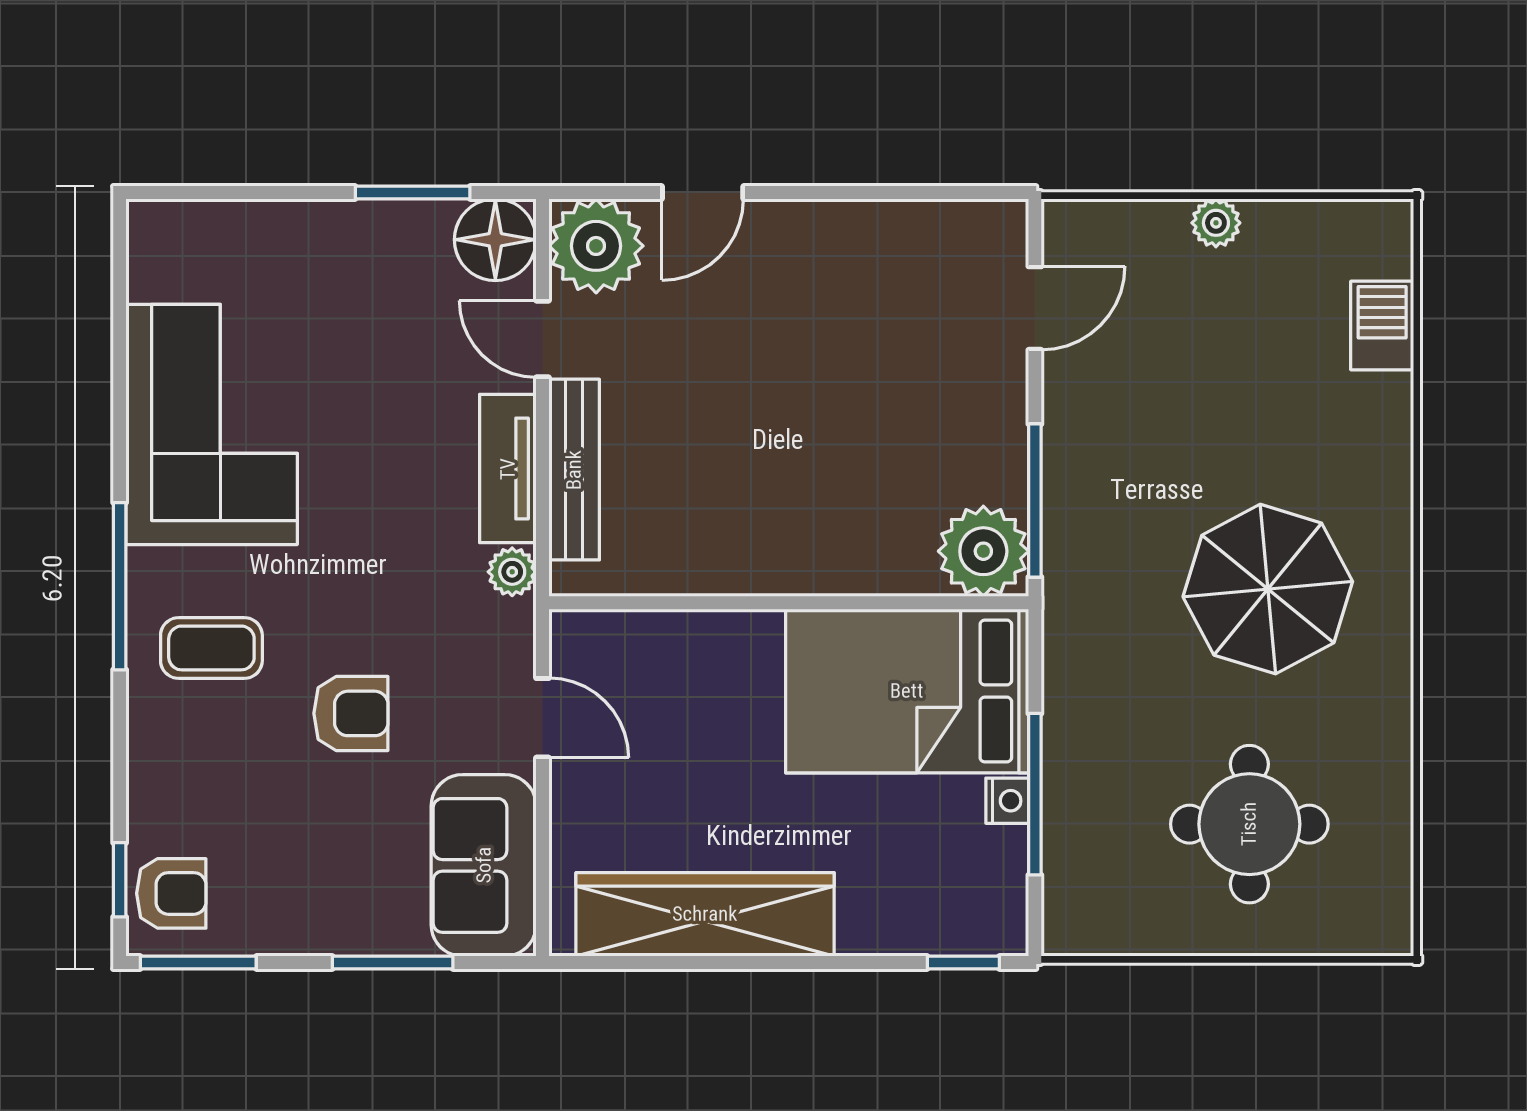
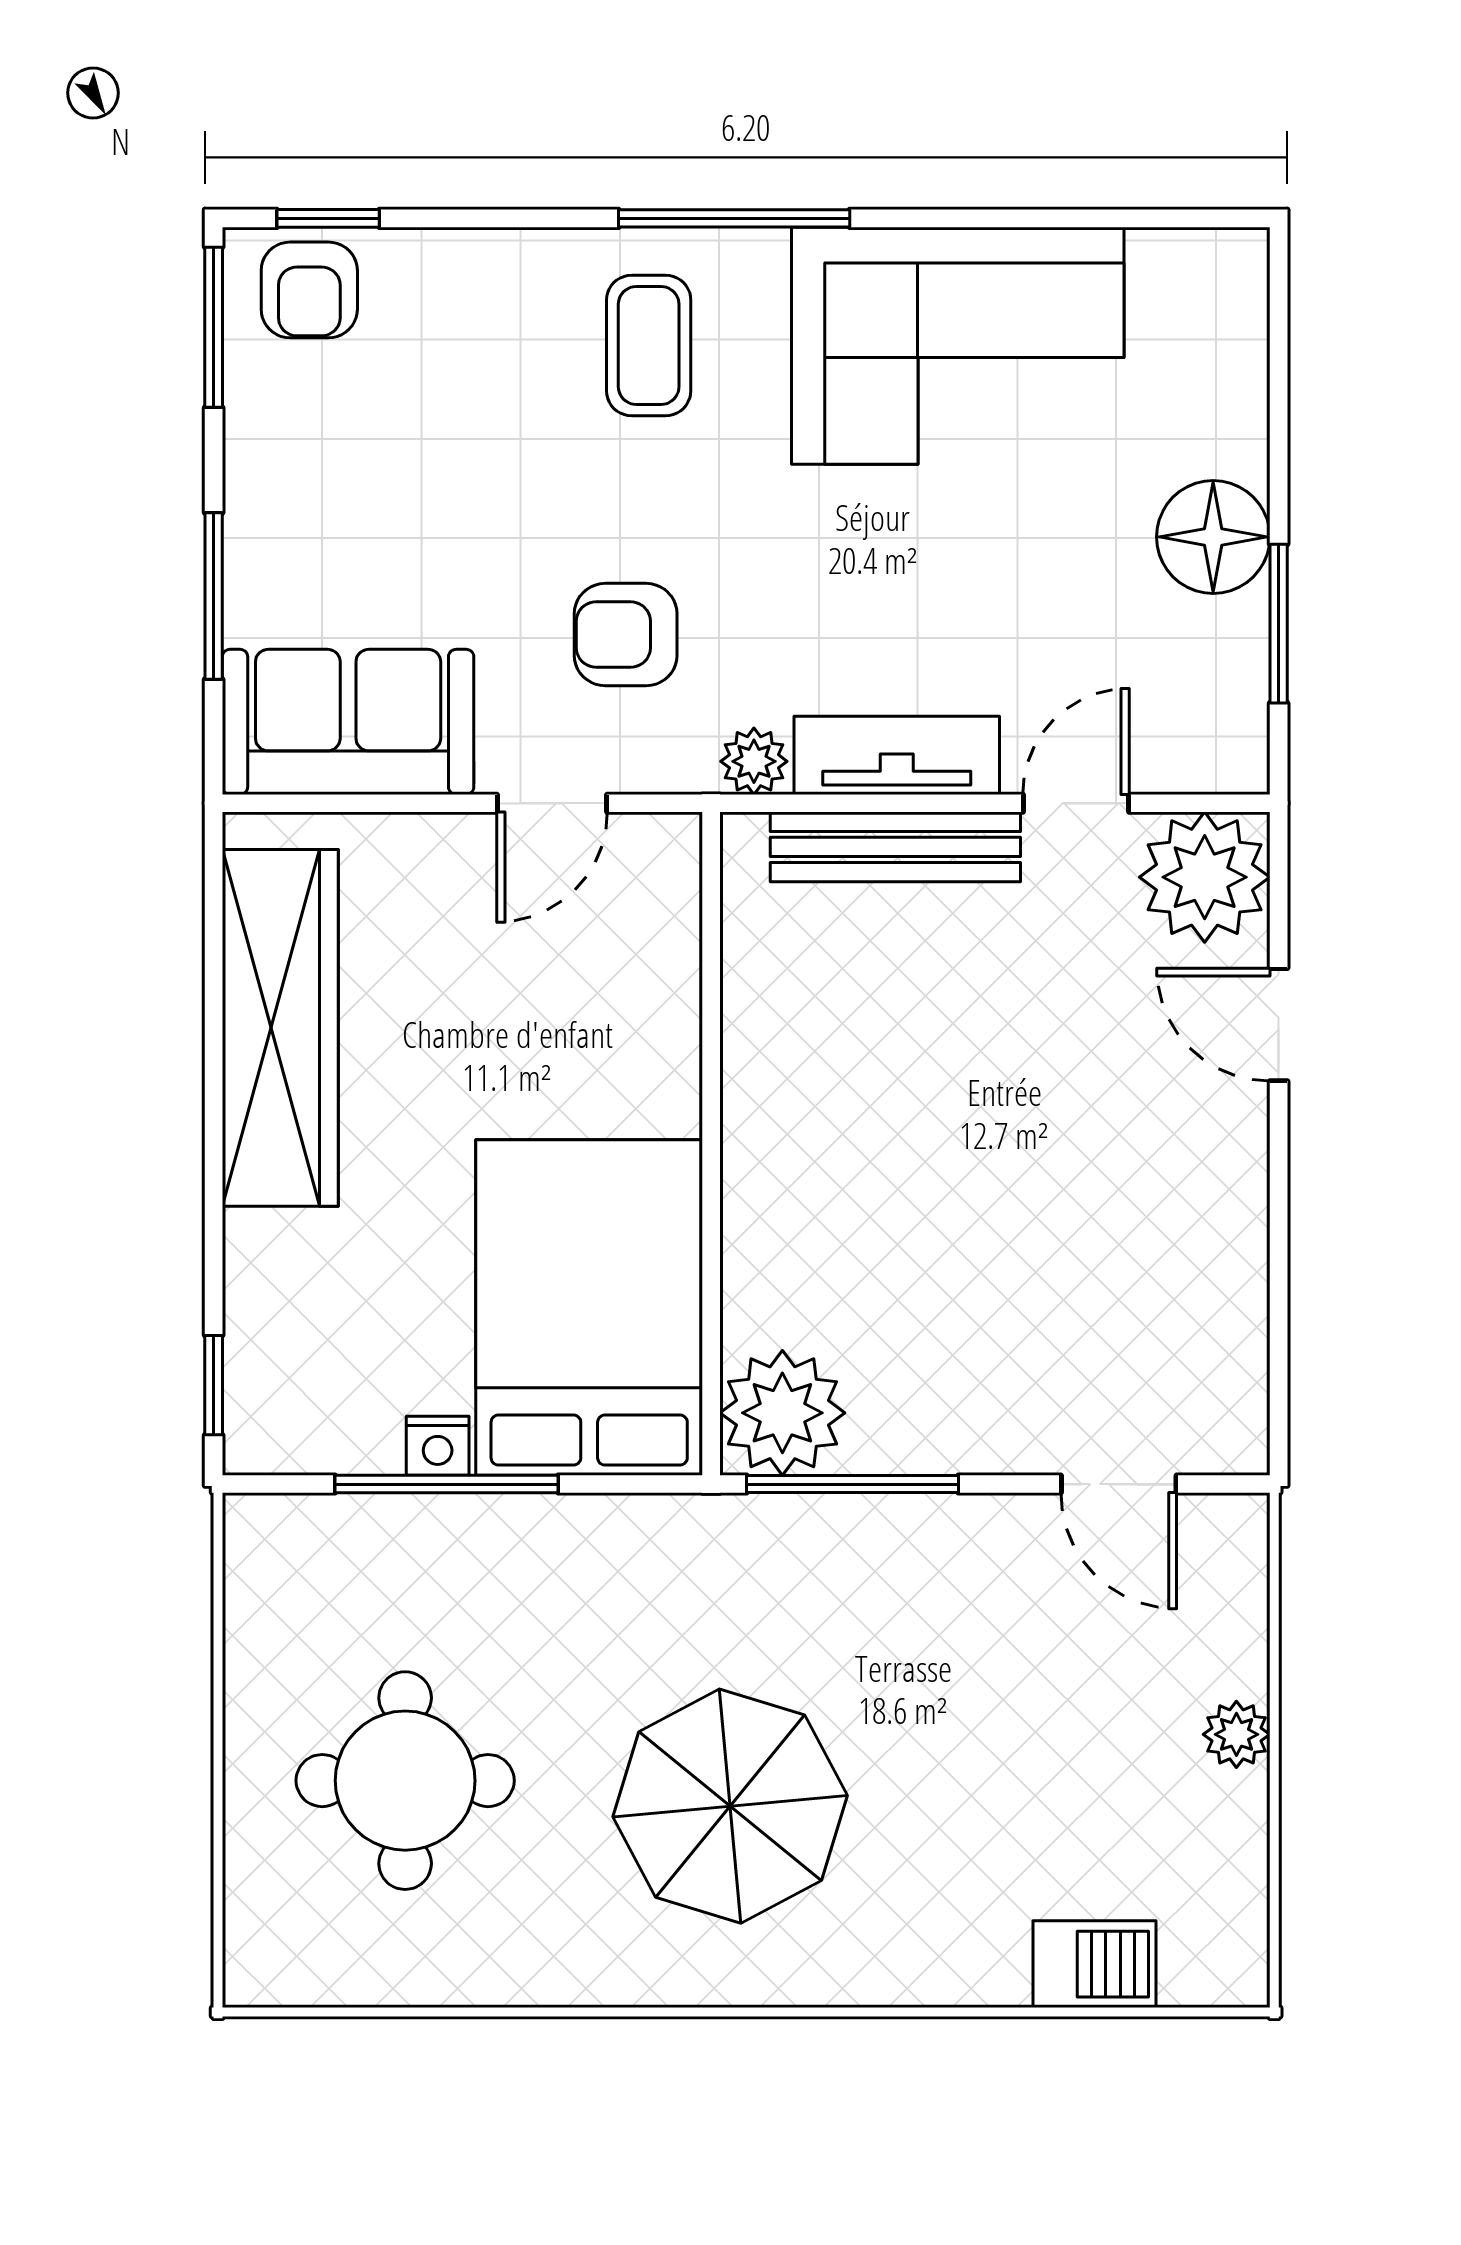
floor lamp: (495, 240) -> (1213, 537), moved
armchair: (351, 713) -> (626, 635), moved, turned 90

